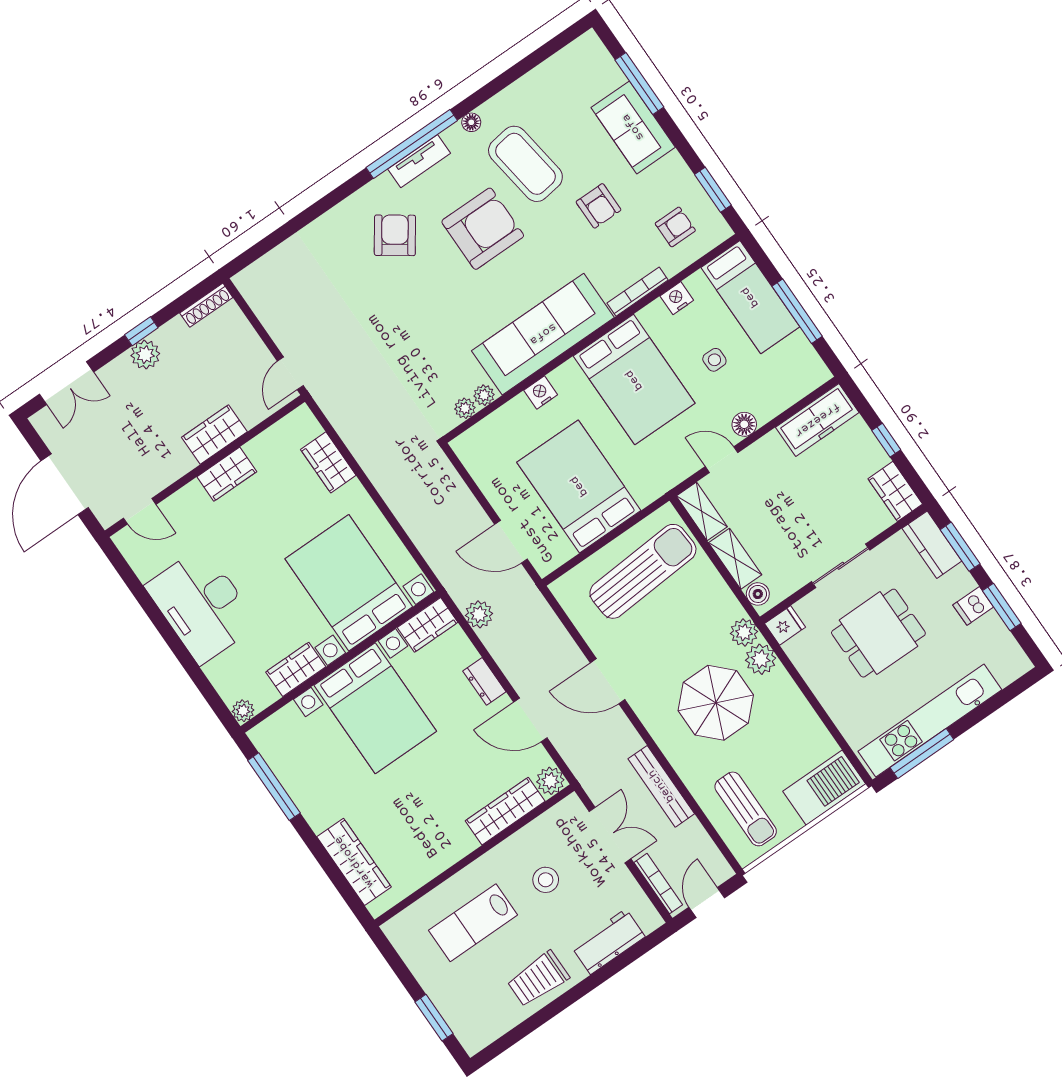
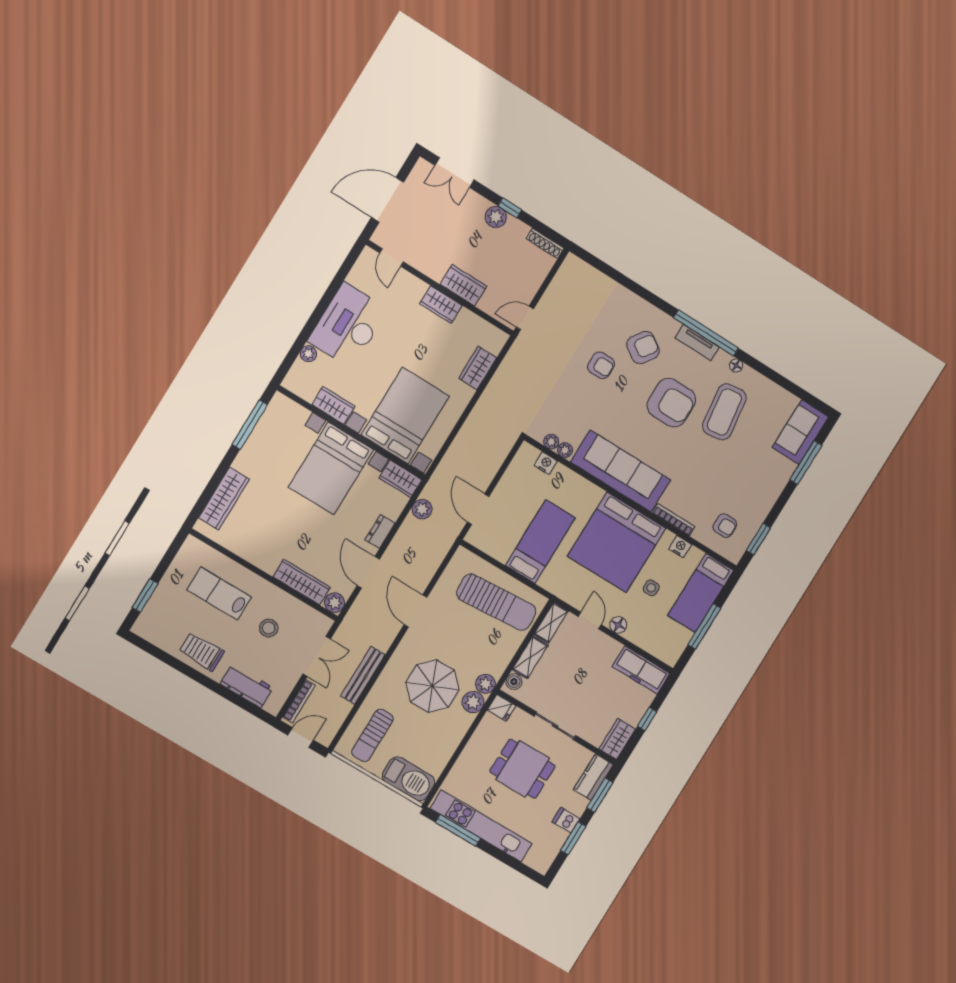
sofa: (633, 127) -> (800, 432), moved
armchair: (598, 206) -> (601, 365), moved, turned -90
bed: (634, 380) -> (617, 542), width x1.36
nightstand: (541, 393) -> (546, 463), moved
bed: (579, 486) -> (540, 542), width x0.67
plant: (243, 711) -> (308, 354), moved

